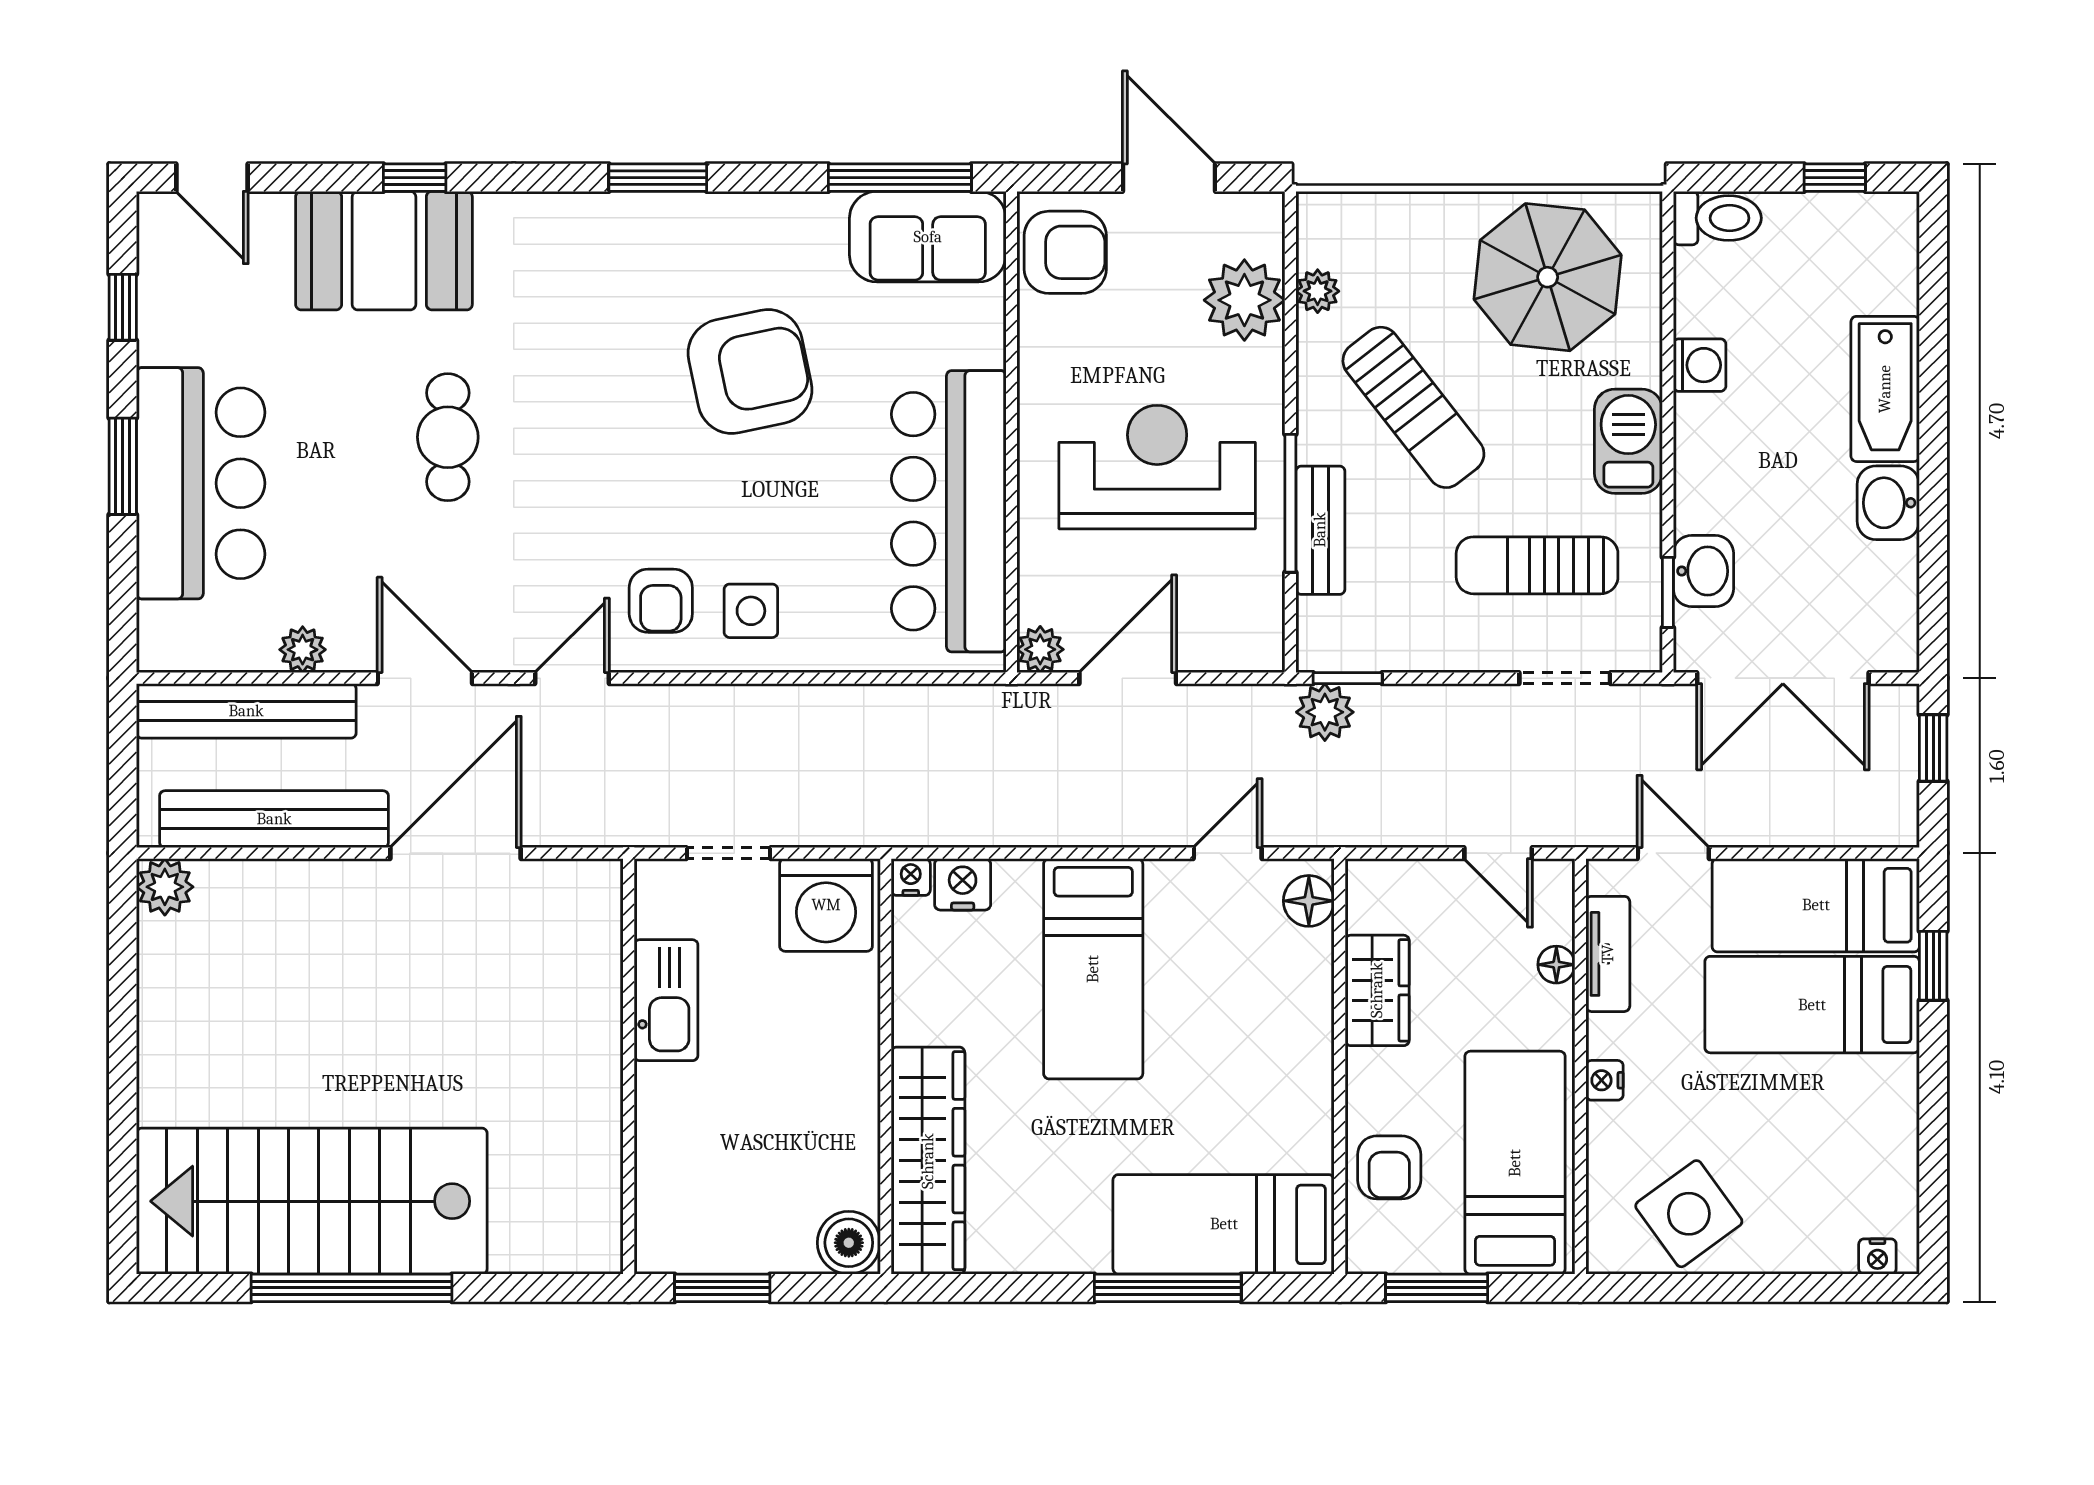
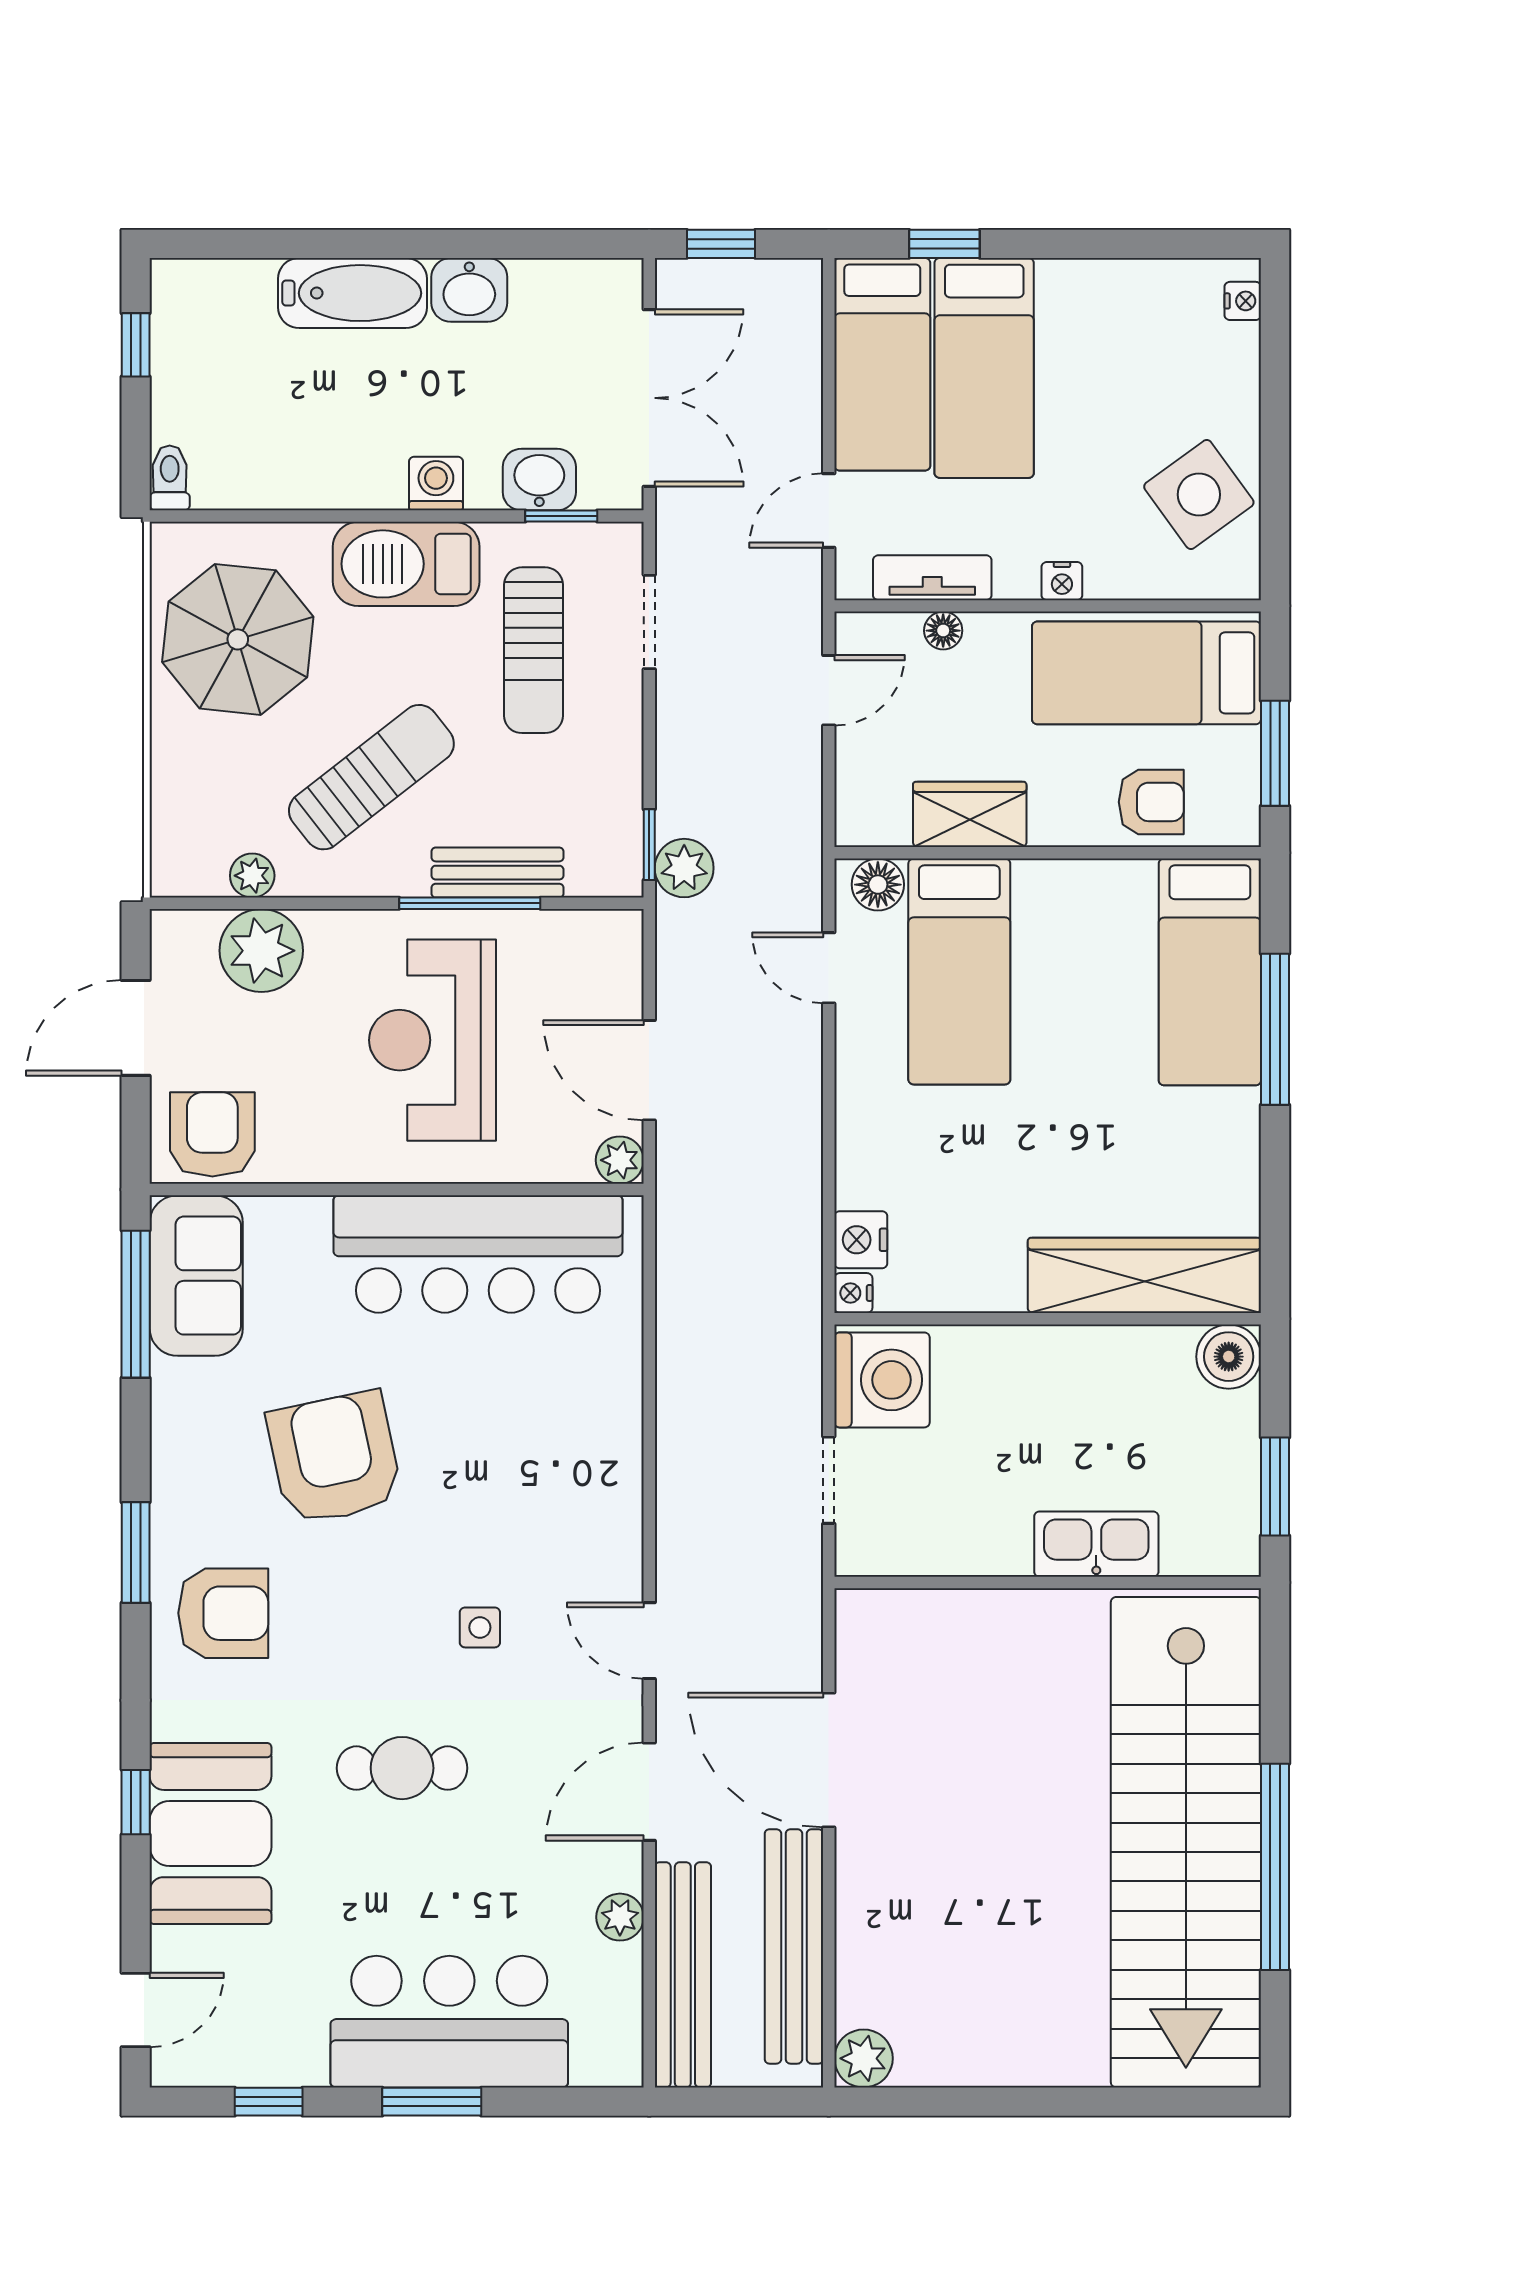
toilet: (1717, 218) -> (170, 478), width x0.73, depth x0.72
washing machine: (1700, 365) -> (436, 484), moved
barbecue: (1628, 441) -> (406, 564), width x1.37, depth x1.21
armchair: (661, 601) -> (223, 1613), moved, width x1.38, depth x1.38
side table: (751, 611) -> (480, 1627), moved, width x0.73, depth x0.73
bed: (1093, 969) -> (959, 971), moved, turned 90
kitchen sink: (666, 1000) -> (1096, 1544), moved
stairs: (312, 1201) -> (1186, 1842), width x1.36

